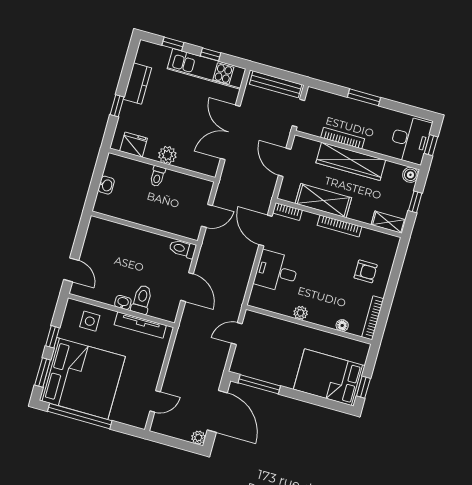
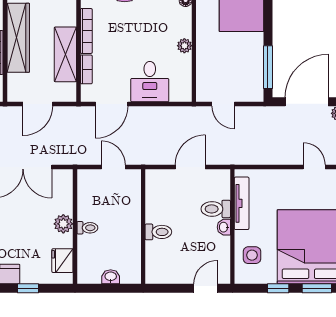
bookcase: (287, 211) -> (86, 69), moved
toilet: (183, 249) -> (158, 232), moved, turned -90

